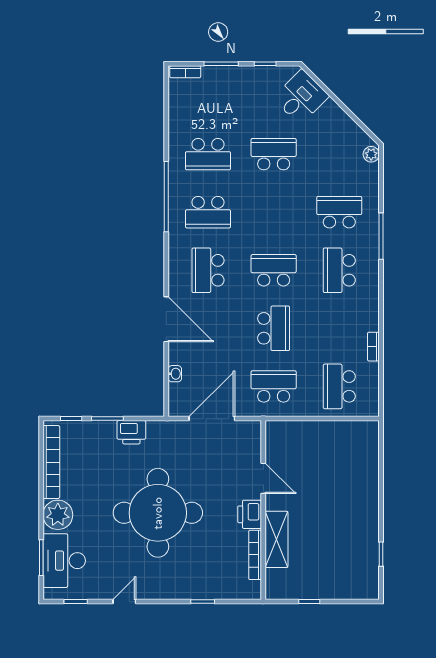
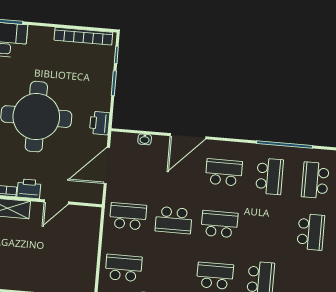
school desk: (208, 212) -> (270, 176), turned 180
school desk: (274, 270) -> (219, 224), turned -90
school desk: (274, 386) -> (128, 216), turned -90
door: (212, 419) -> (107, 165), swing flipped
printer: (131, 432) -> (100, 123), moved
plant: (58, 515) -> (41, 38), removed

